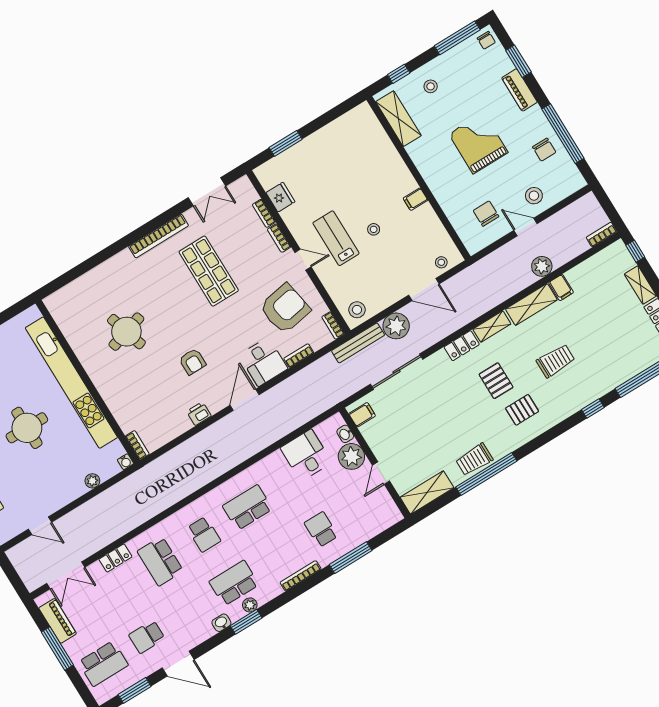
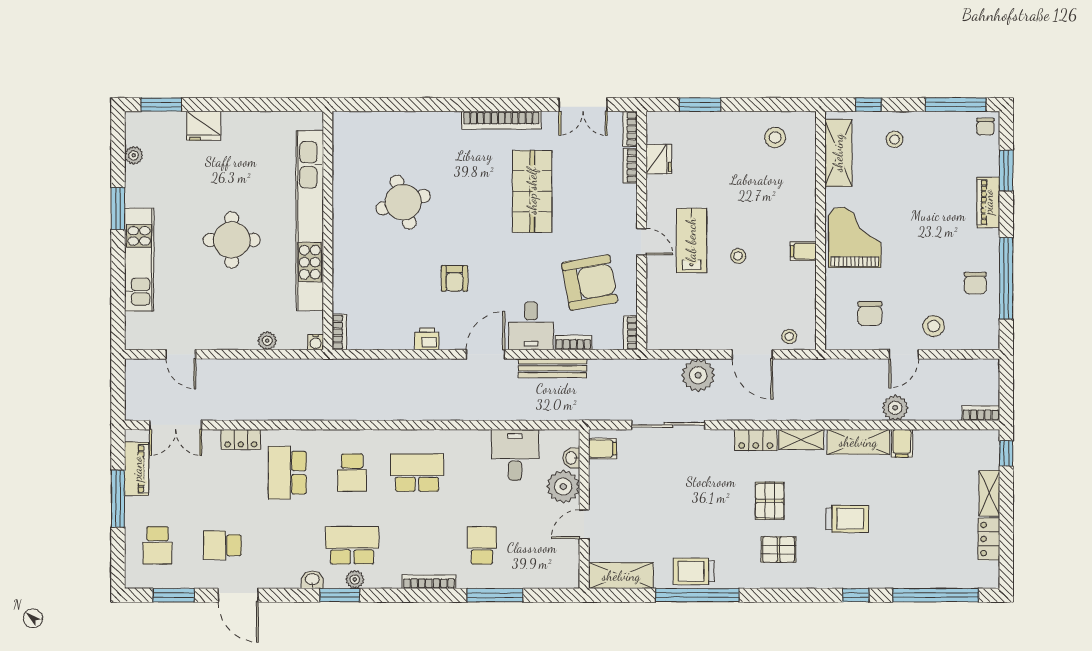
grand piano: (478, 143) -> (855, 237), moved
chair: (486, 214) -> (870, 314), turned 180
door: (526, 227) -> (904, 354), swing flipped
bookcase: (279, 238) -> (630, 129), moved
stool: (357, 310) -> (775, 137), moved
bench: (358, 343) -> (552, 368), moved
school desk: (103, 664) -> (157, 545), width x0.54

